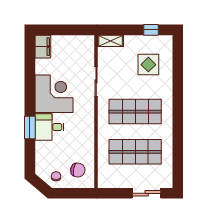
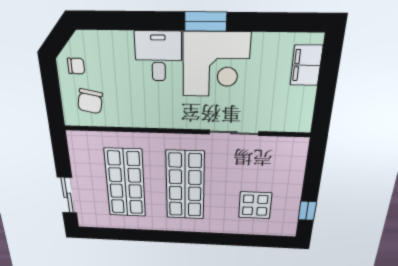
shelving: (111, 41) -> (298, 156), removed
filing cabinet: (43, 47) -> (306, 65), moved, turned 90
window: (30, 128) -> (206, 22), moved

